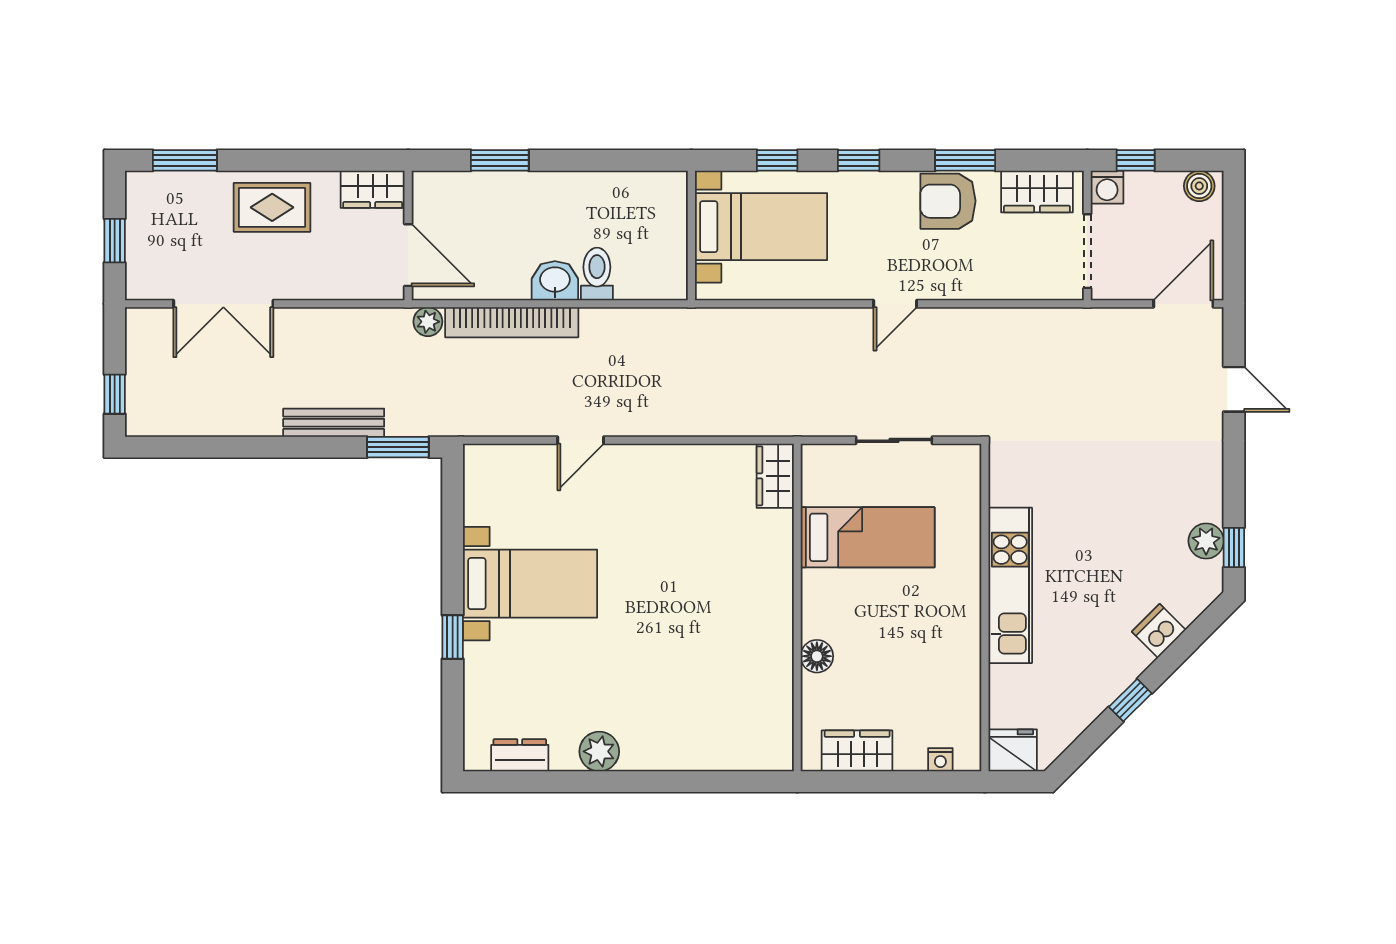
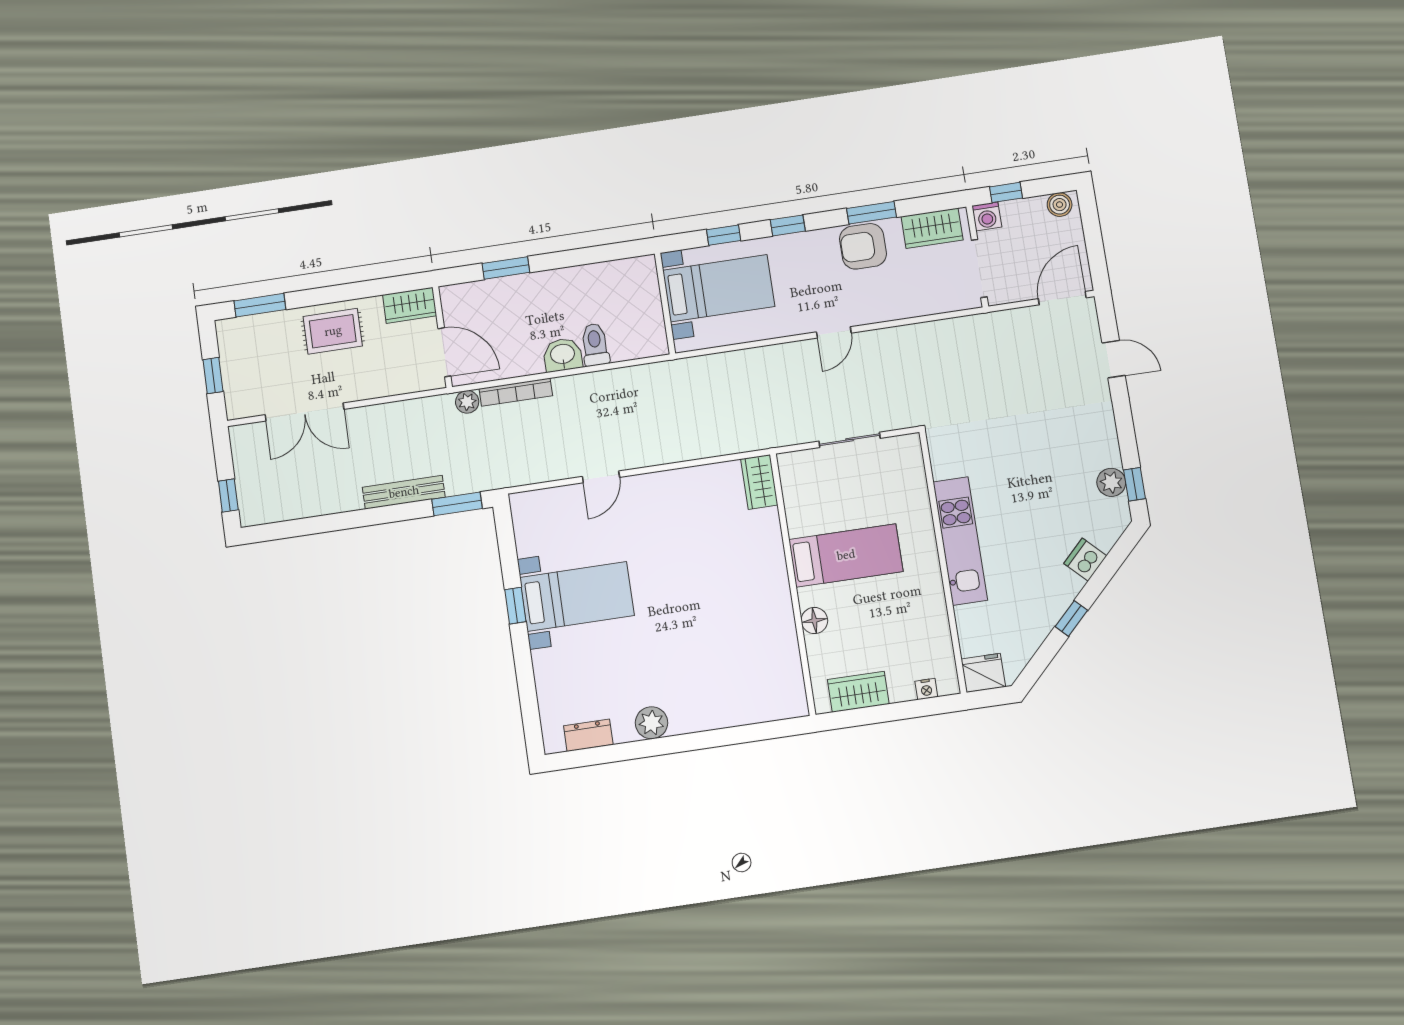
bookcase: (512, 322) -> (516, 392), width x0.68, depth x0.76
bed: (868, 537) -> (846, 555), moved
window: (453, 637) -> (515, 606), moved

